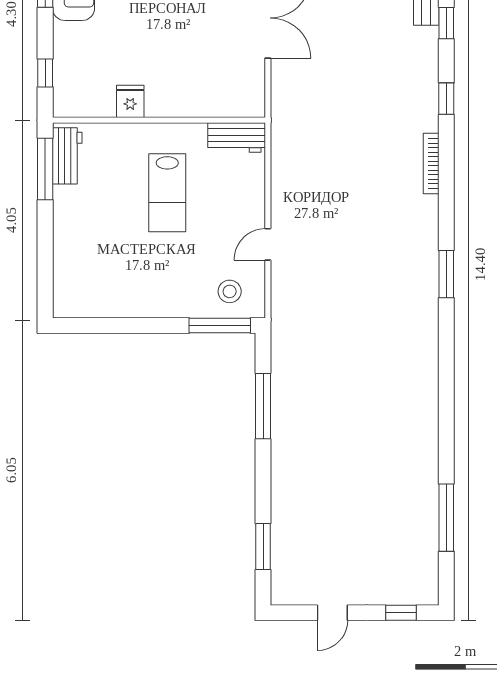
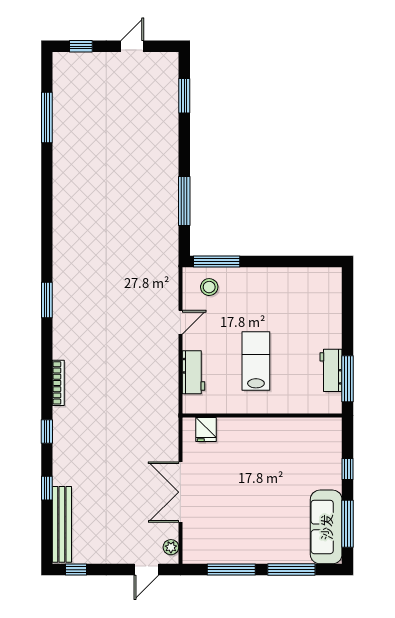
window: (45, 73) -> (348, 469), moved
fridge: (130, 101) -> (206, 430), moved
workbench: (237, 137) -> (193, 372), moved, turned 90
workbench: (67, 156) -> (331, 370), moved

